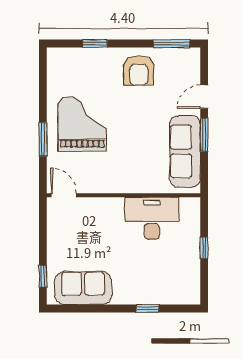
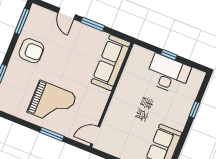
grand piano: (82, 124) -> (52, 103), turned 180
sofa: (185, 151) -> (111, 63), moved, turned 90
desk: (152, 218) -> (168, 74), moved, turned 90

